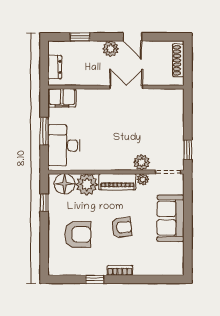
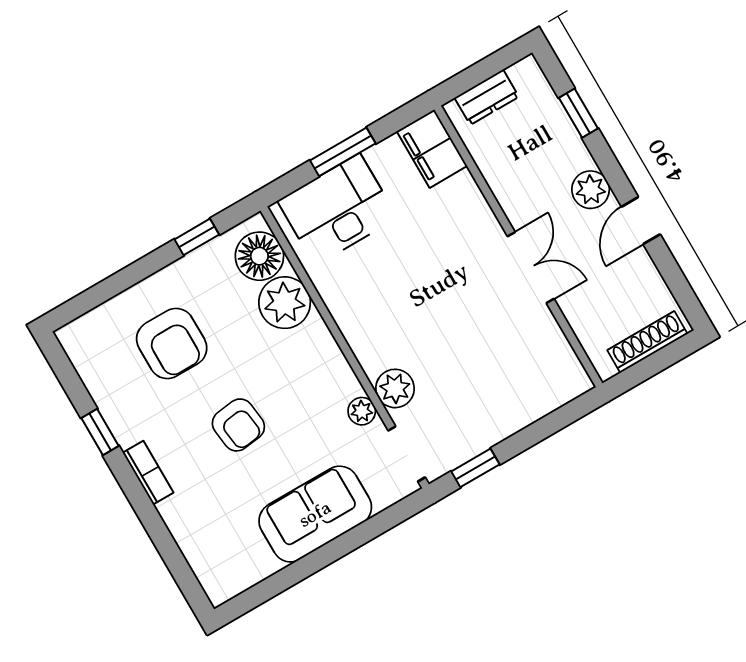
piano: (117, 182) -> (326, 362), removed

